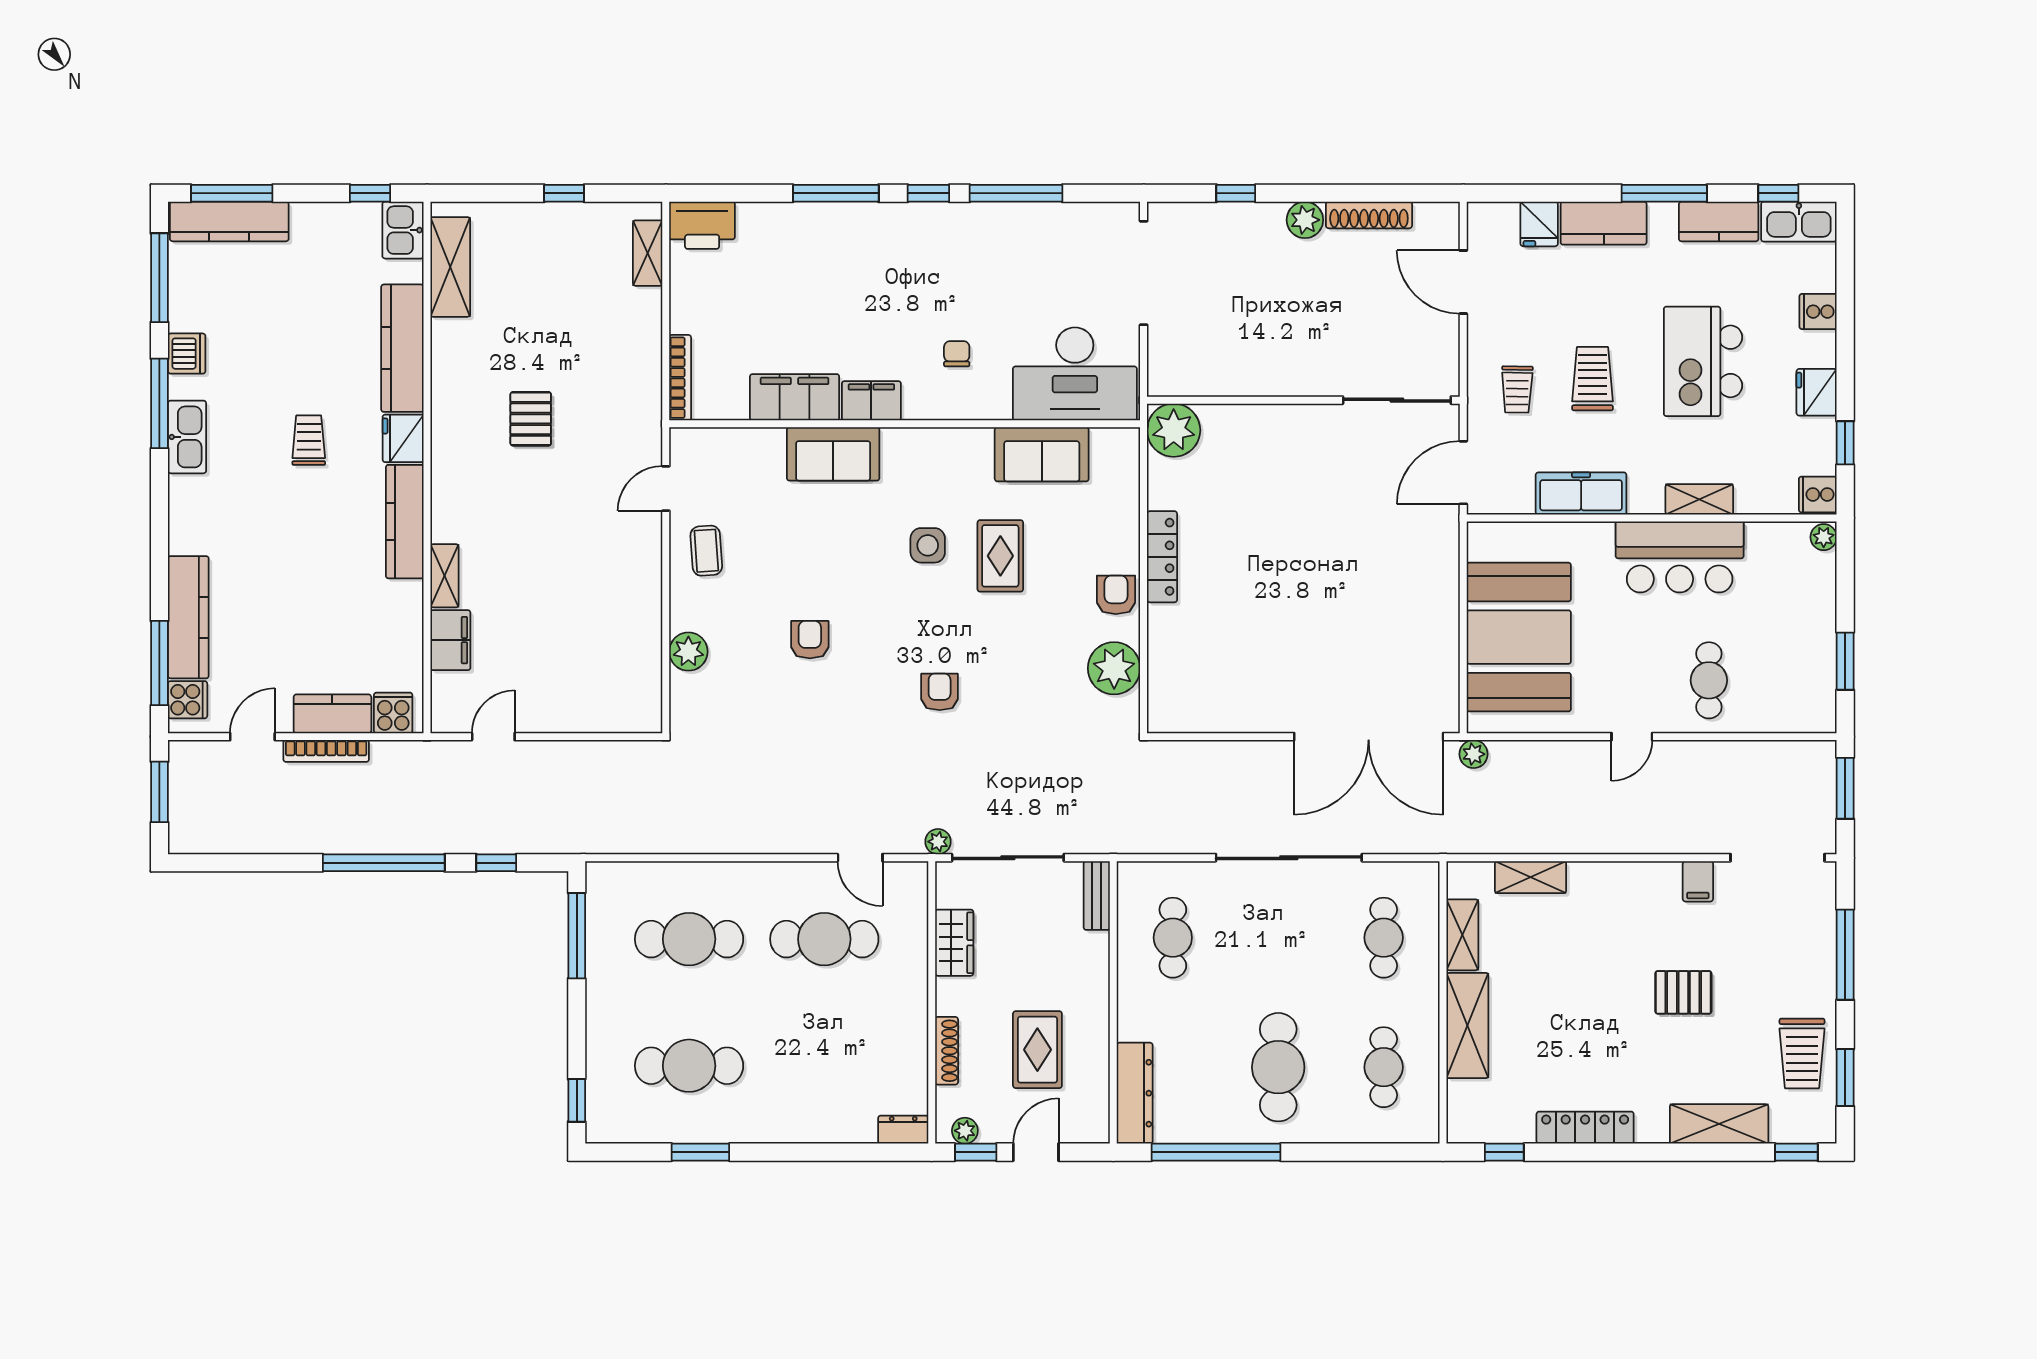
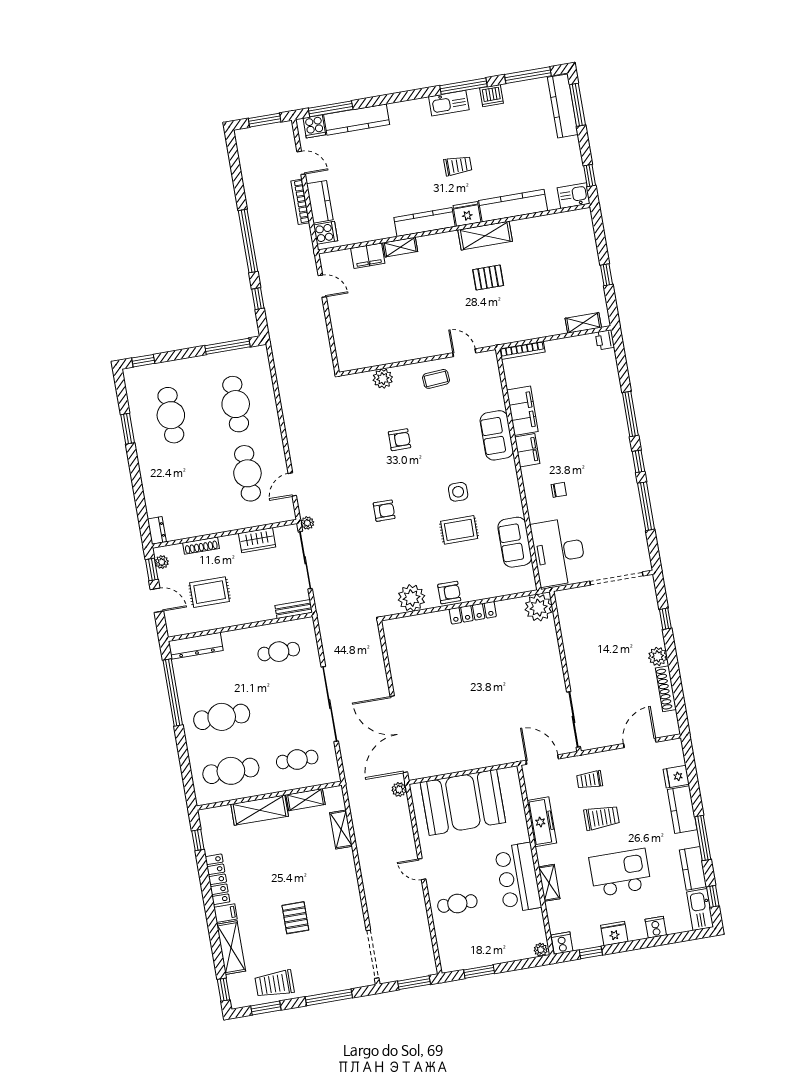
printer: (702, 225) -> (605, 340), width x0.53, depth x0.68
shelving: (450, 267) -> (485, 236), moved
filing cabinet: (1698, 881) -> (226, 913), moved, turned 180
cafe table: (1384, 1067) -> (231, 771), width x1.37, depth x1.35

